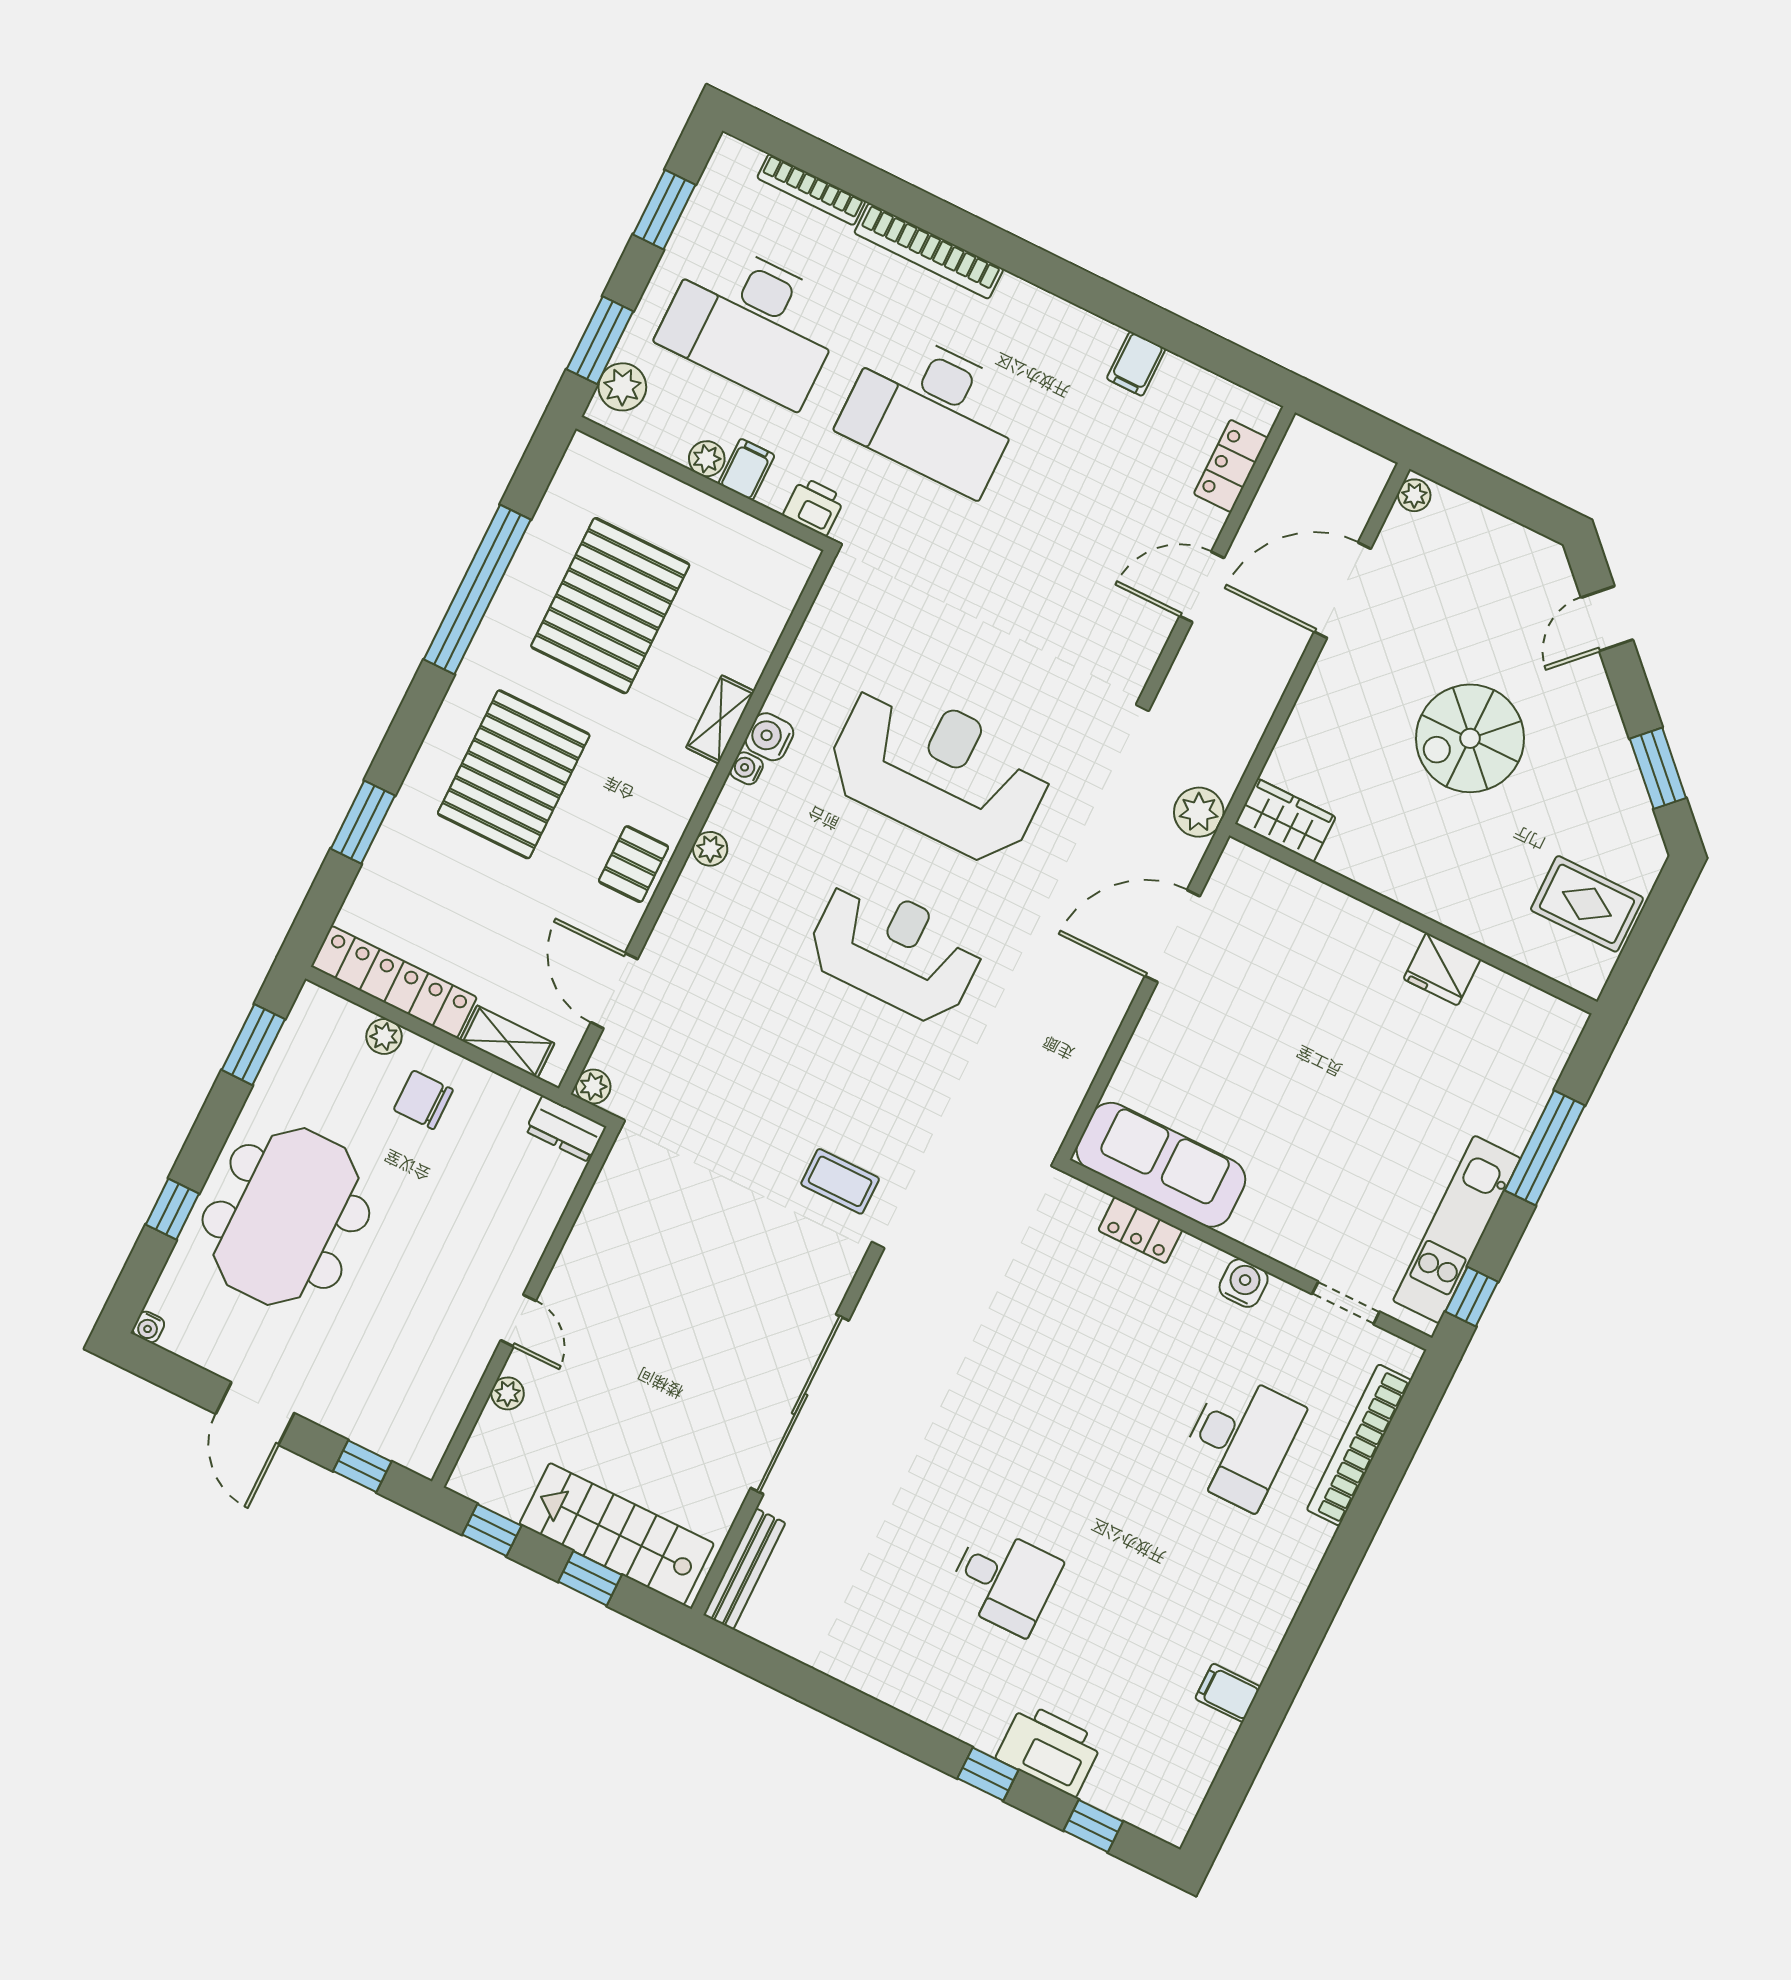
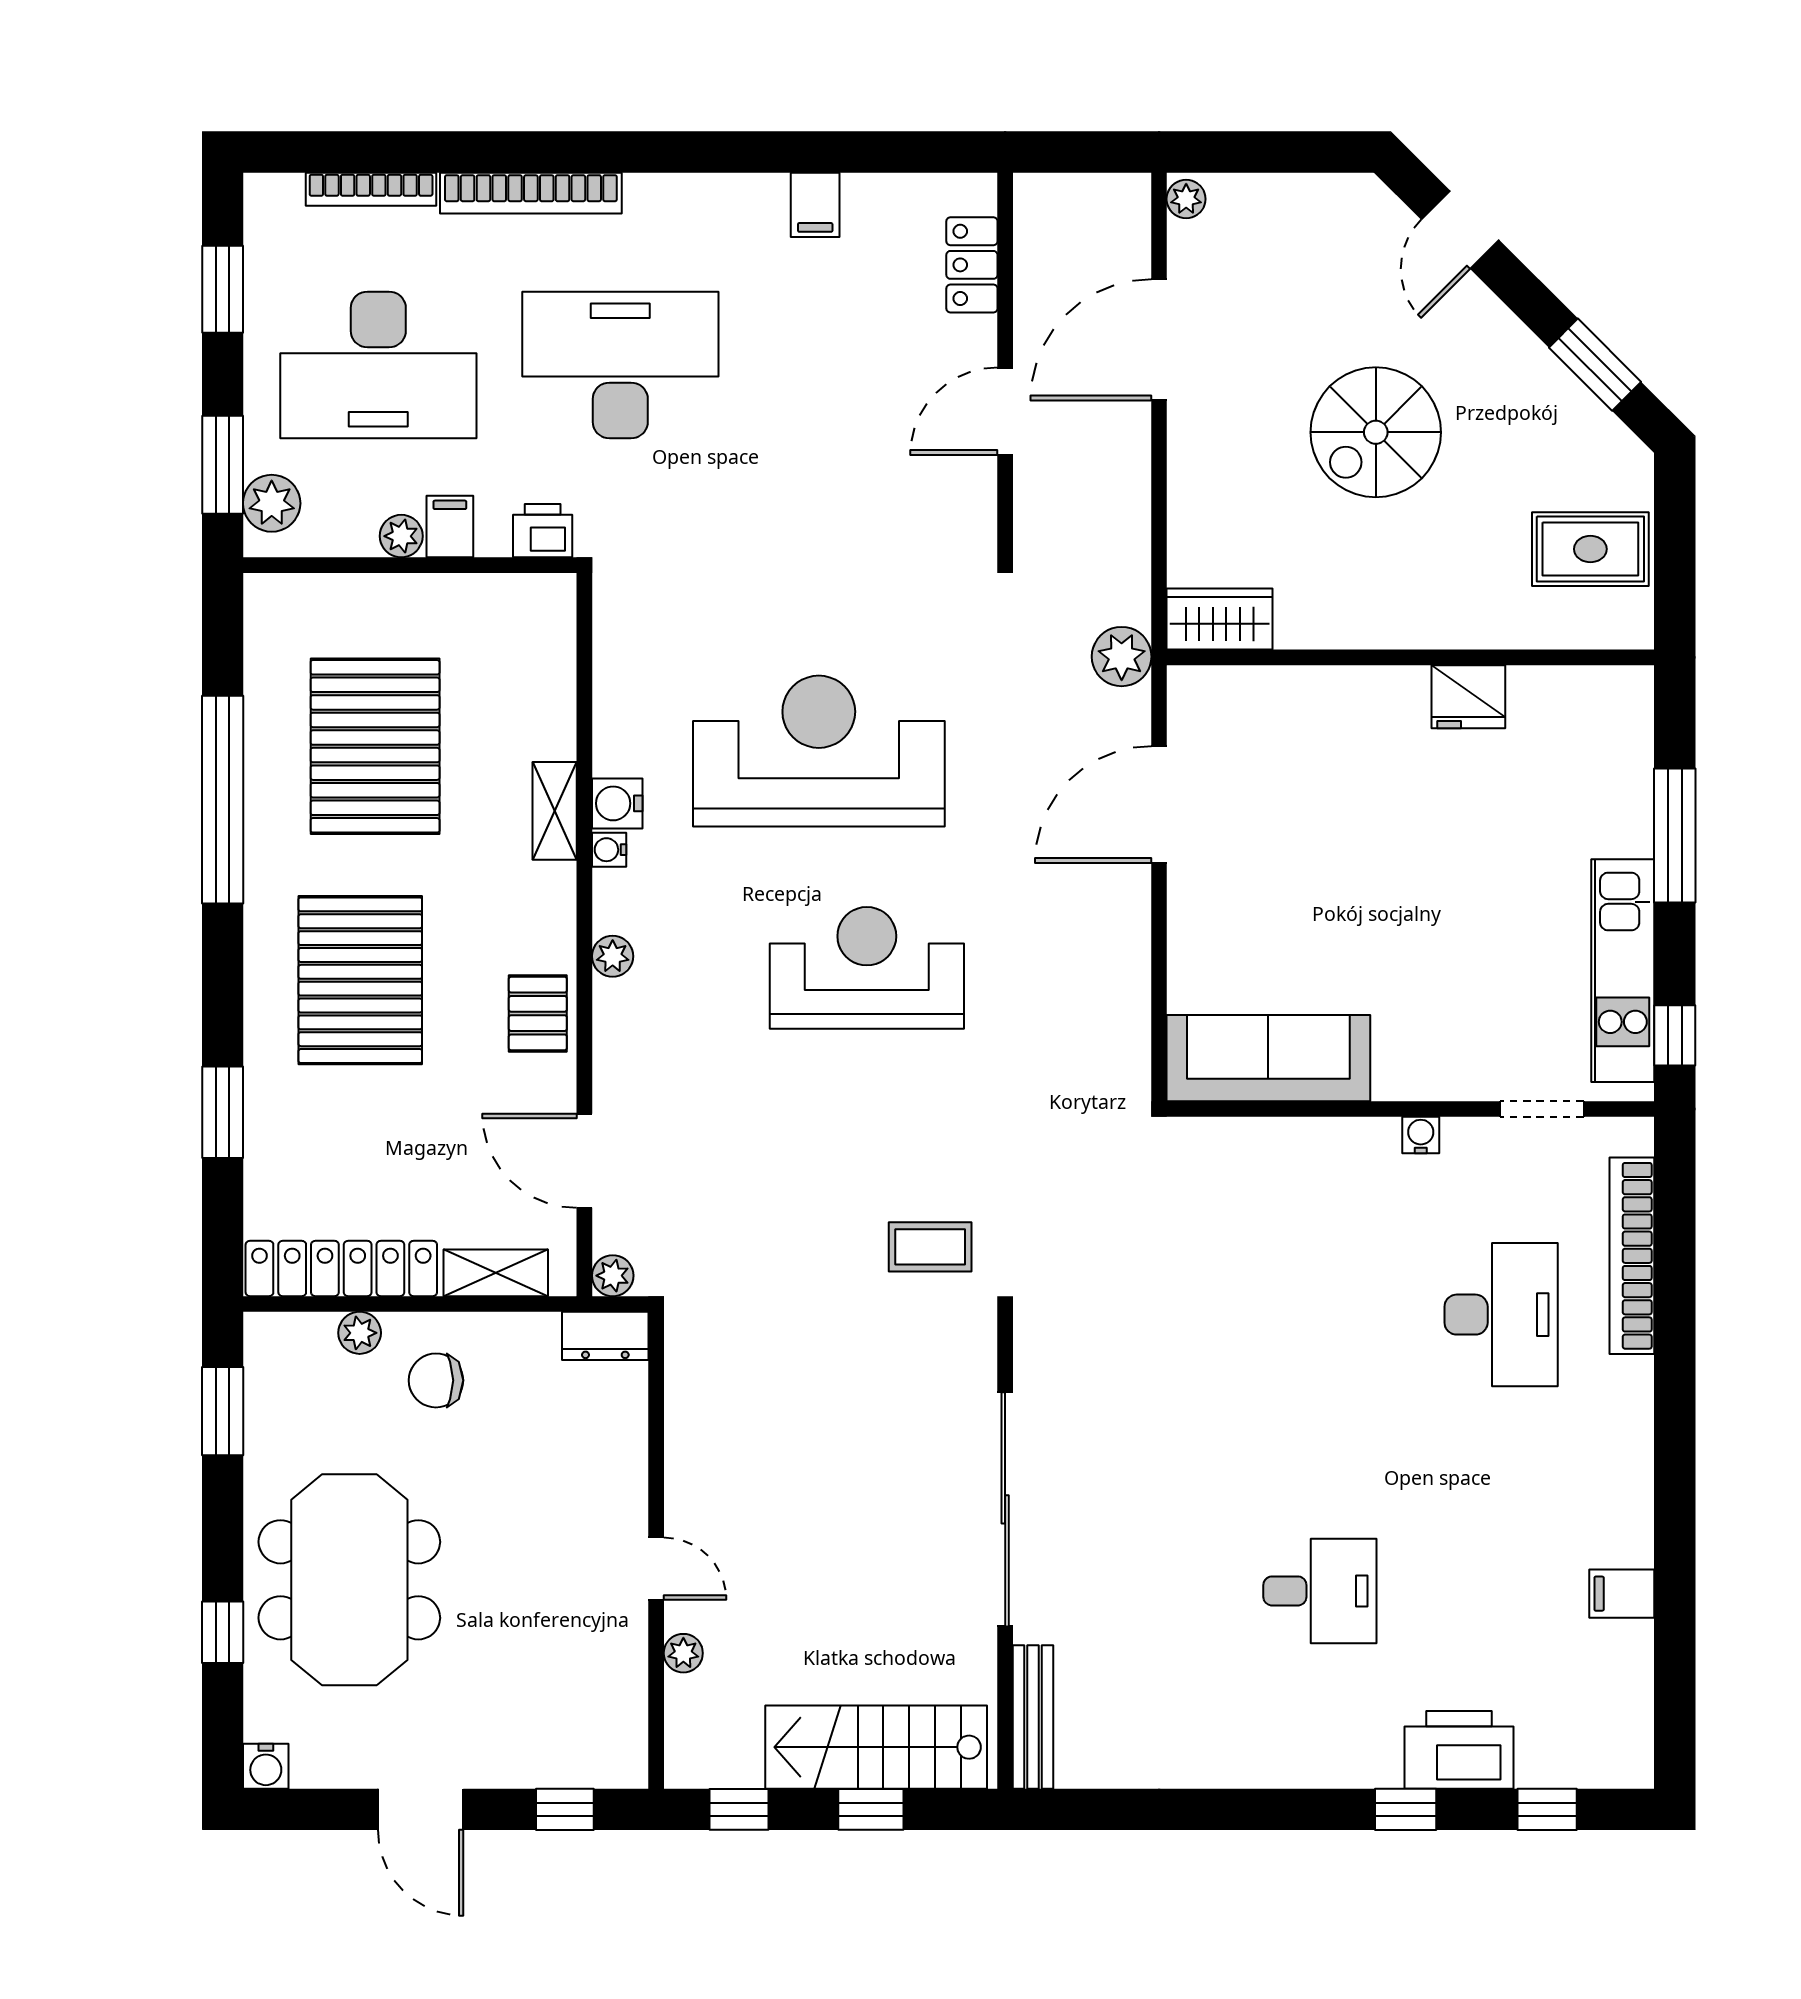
desk: (932, 412) -> (620, 365), turned 180
locker: (1140, 1230) -> (1281, 1140), removed
water cooler: (1244, 1283) -> (1421, 1135), width x0.72, depth x0.72
water cooler: (149, 1327) -> (266, 1766), width x1.38, depth x1.38

